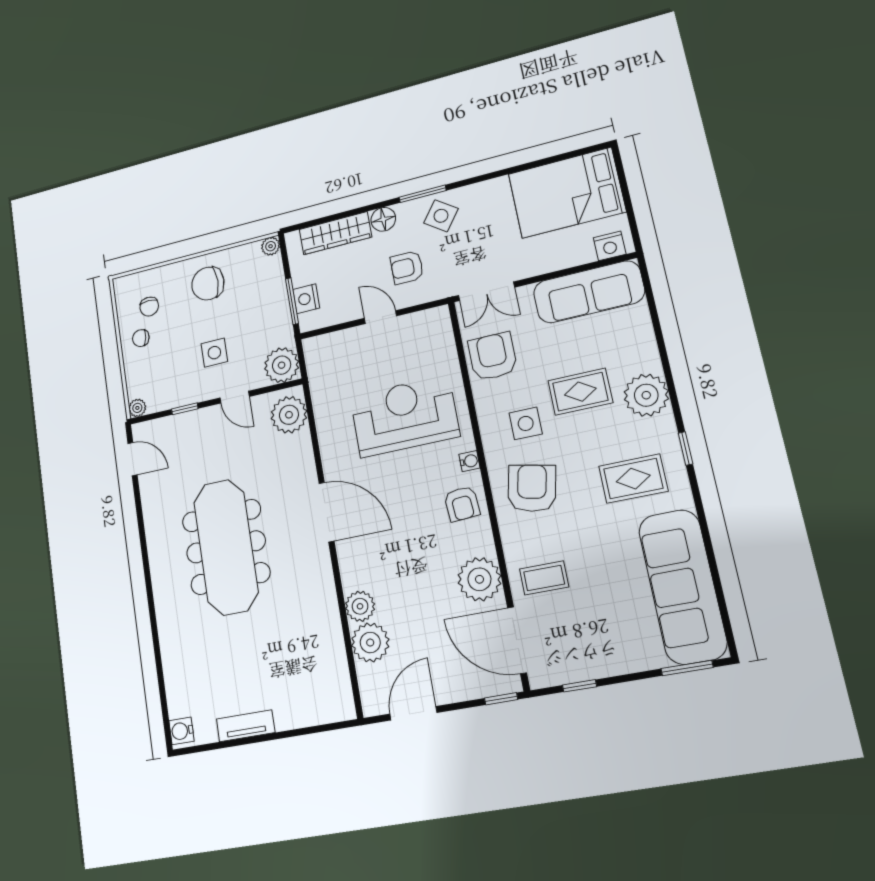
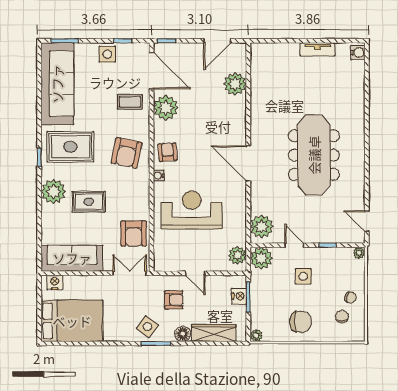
reception desk: (404, 416) -> (192, 210), turned 180
side table: (526, 423) -> (107, 54), moved
rug: (633, 479) -> (70, 147), width x1.36, depth x1.43
plant: (360, 606) -> (237, 255), moved

